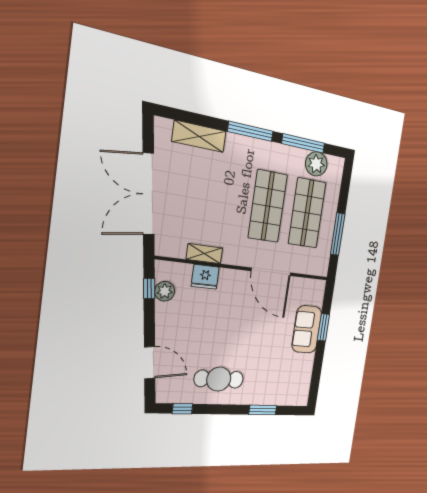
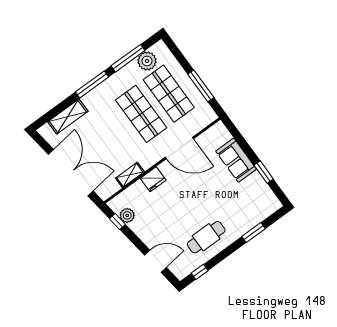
double door: (149, 194) -> (71, 173), swing flipped
fridge: (205, 277) -> (153, 179), moved
window: (323, 327) -> (264, 172), moved

